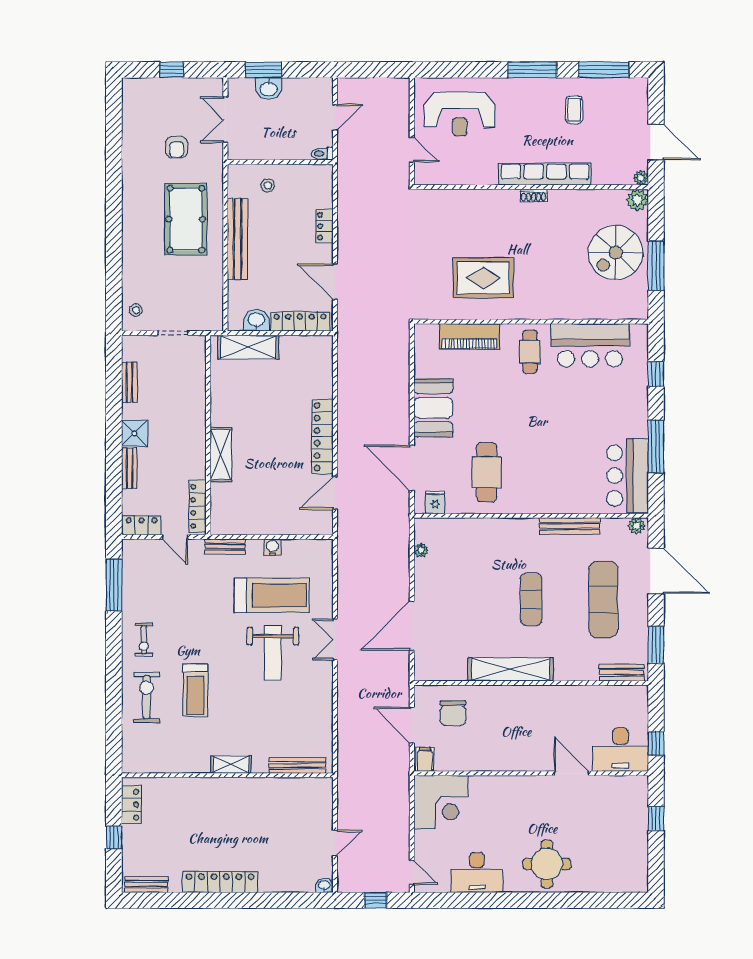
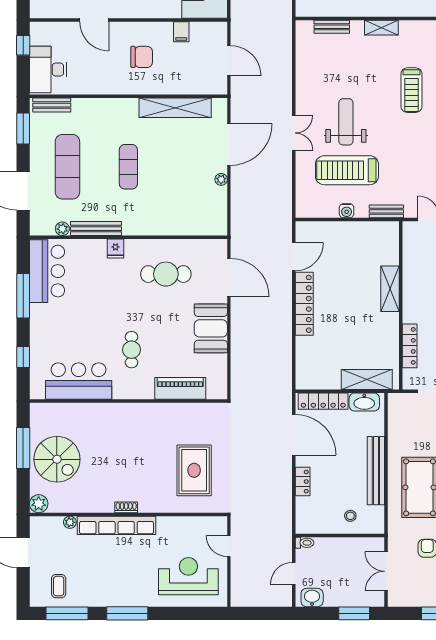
washbasin: (269, 89) -> (312, 598), moved
coffee table: (574, 110) -> (59, 586), moved
double door: (225, 120) -> (386, 571), swing flipped
plant: (641, 178) -> (70, 522), moved
spiral stairs: (616, 253) -> (57, 459), turned 90
rug: (483, 278) -> (194, 470), moved, turned 90
door: (335, 282) -> (294, 435), width x1.36
washbasin: (256, 320) -> (364, 402), width x1.38
cafe table: (530, 352) -> (131, 350), moved
cafe table: (487, 472) -> (166, 274), turned 90
fridge: (435, 502) -> (115, 249), moved
locker: (198, 506) -> (410, 346), moved
plant: (637, 526) -> (62, 229), moved
plant: (421, 550) -> (221, 179), moved
shelving: (511, 669) -> (175, 108), moved
treadmill: (195, 690) -> (411, 90), turned 180
chair: (453, 713) -> (142, 57), moved, turned 90
desk: (620, 750) -> (48, 70), moved, turned -90
filing cabinet: (425, 759) -> (181, 32), moved
bench: (297, 765) -> (332, 27), width x0.73

